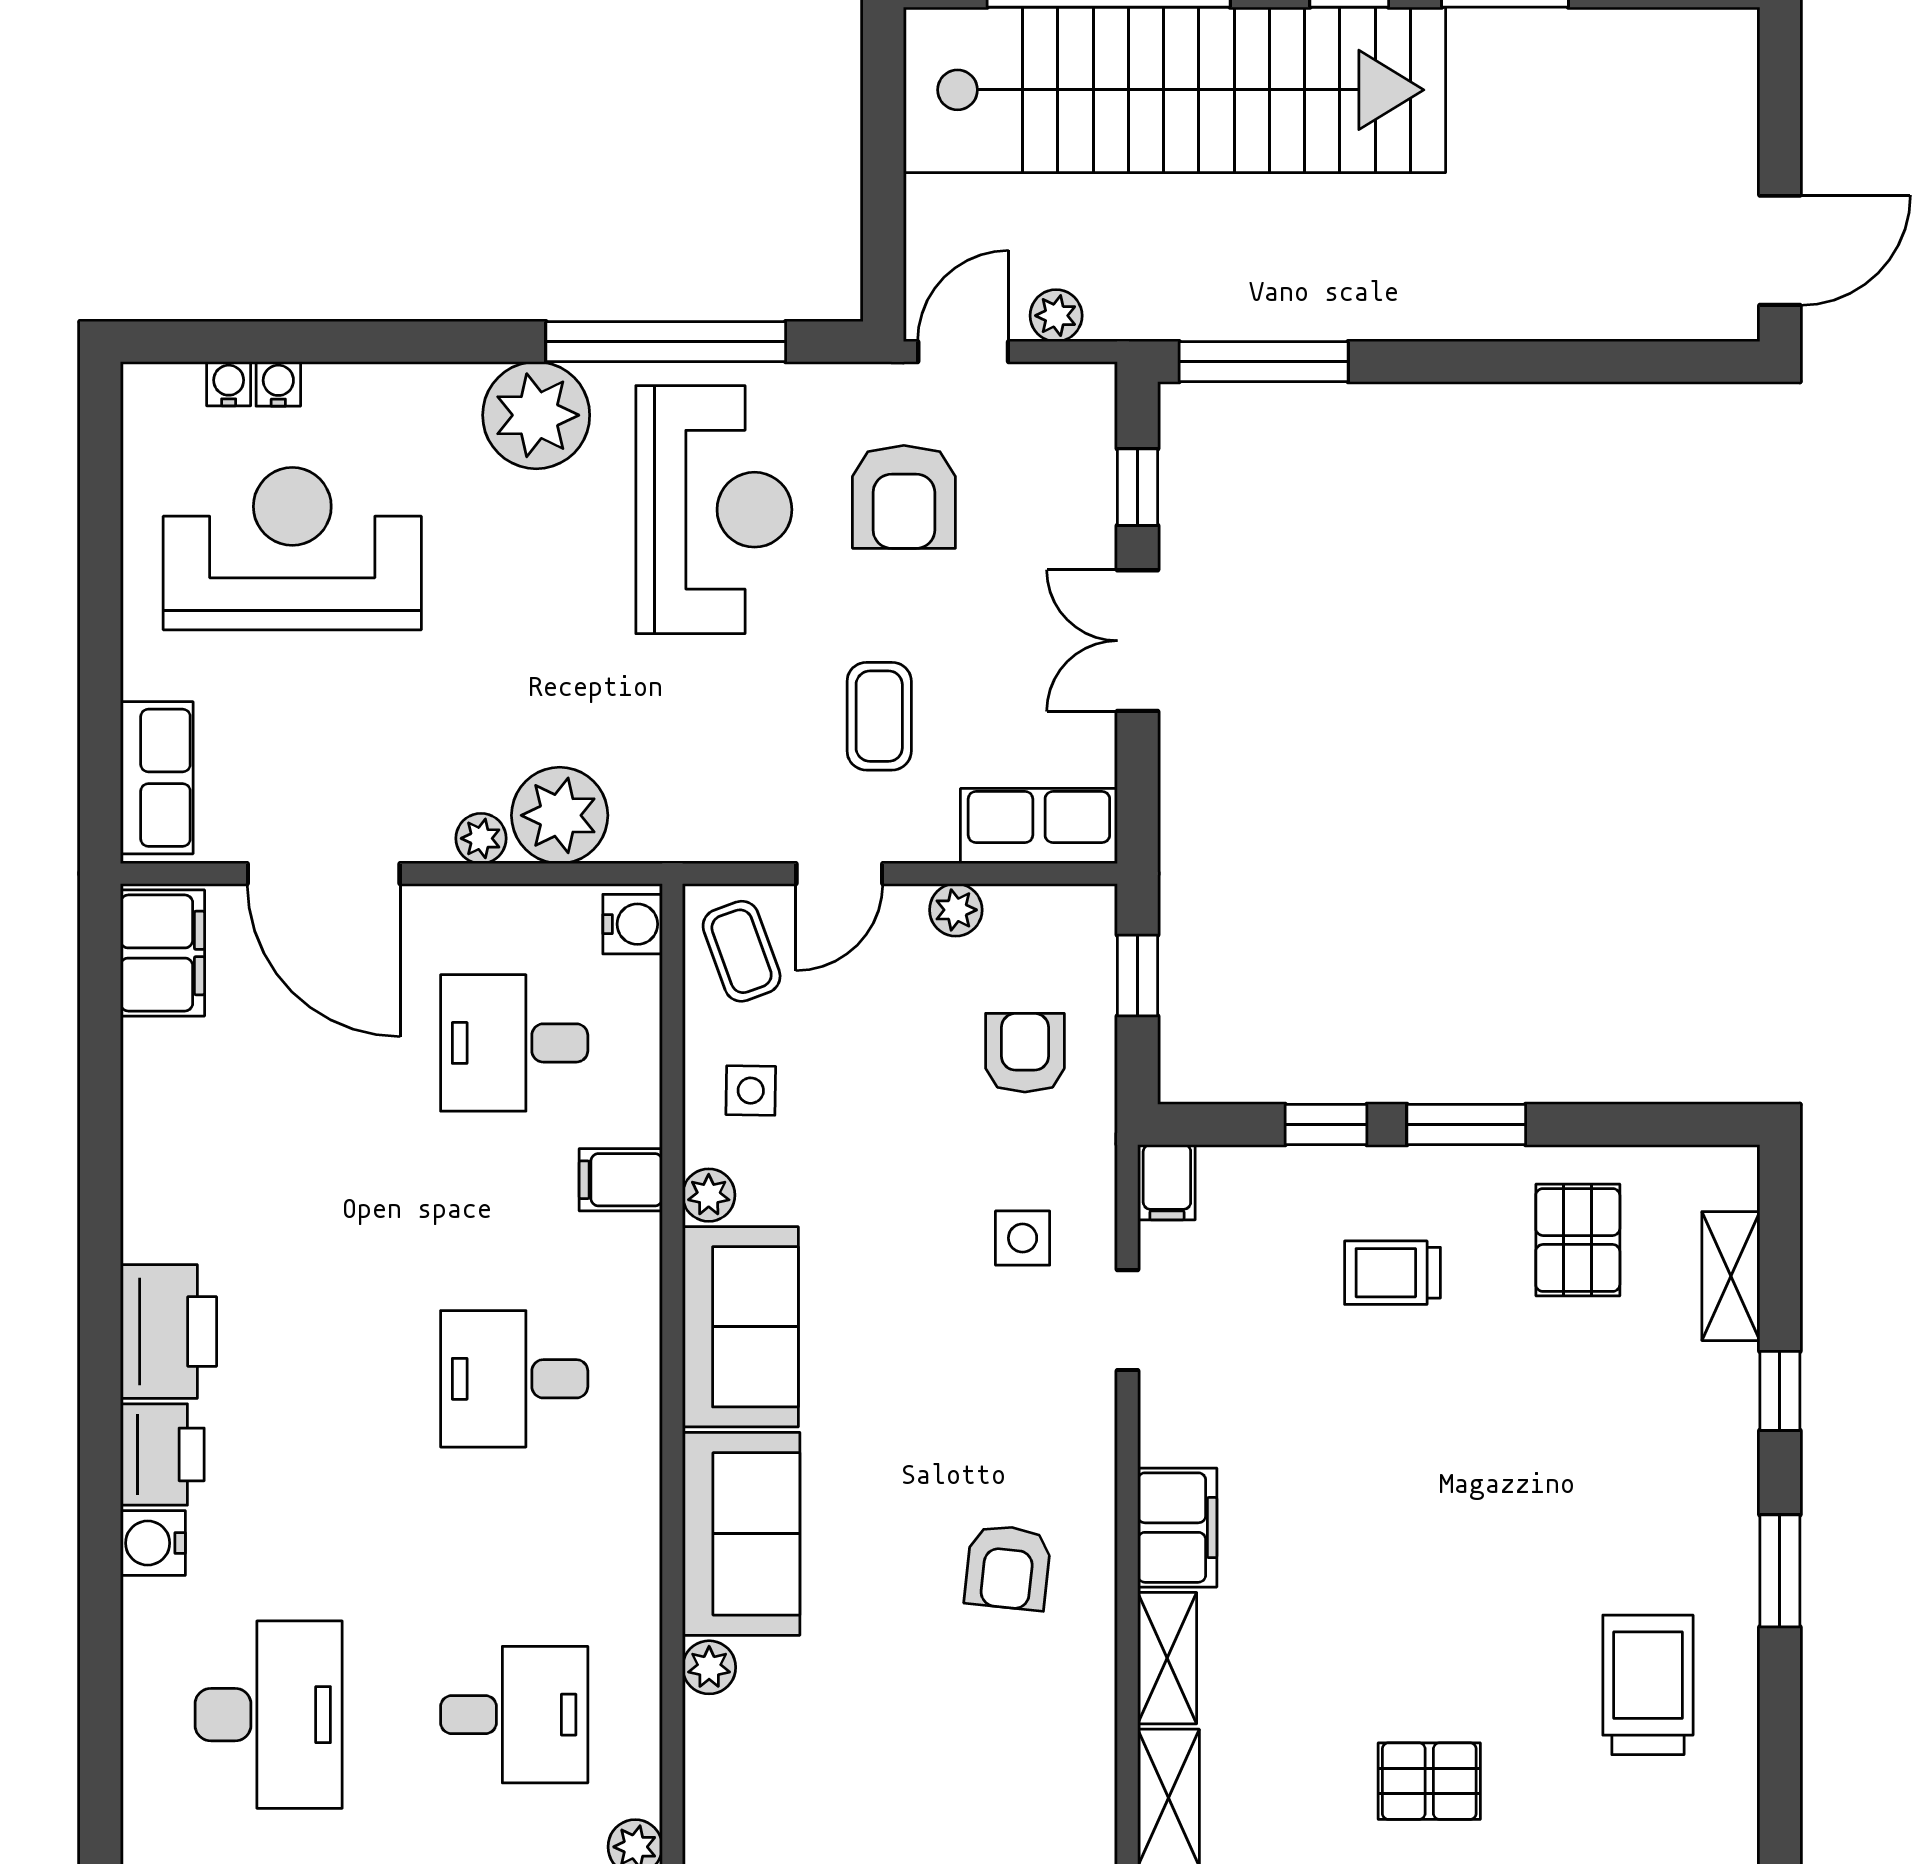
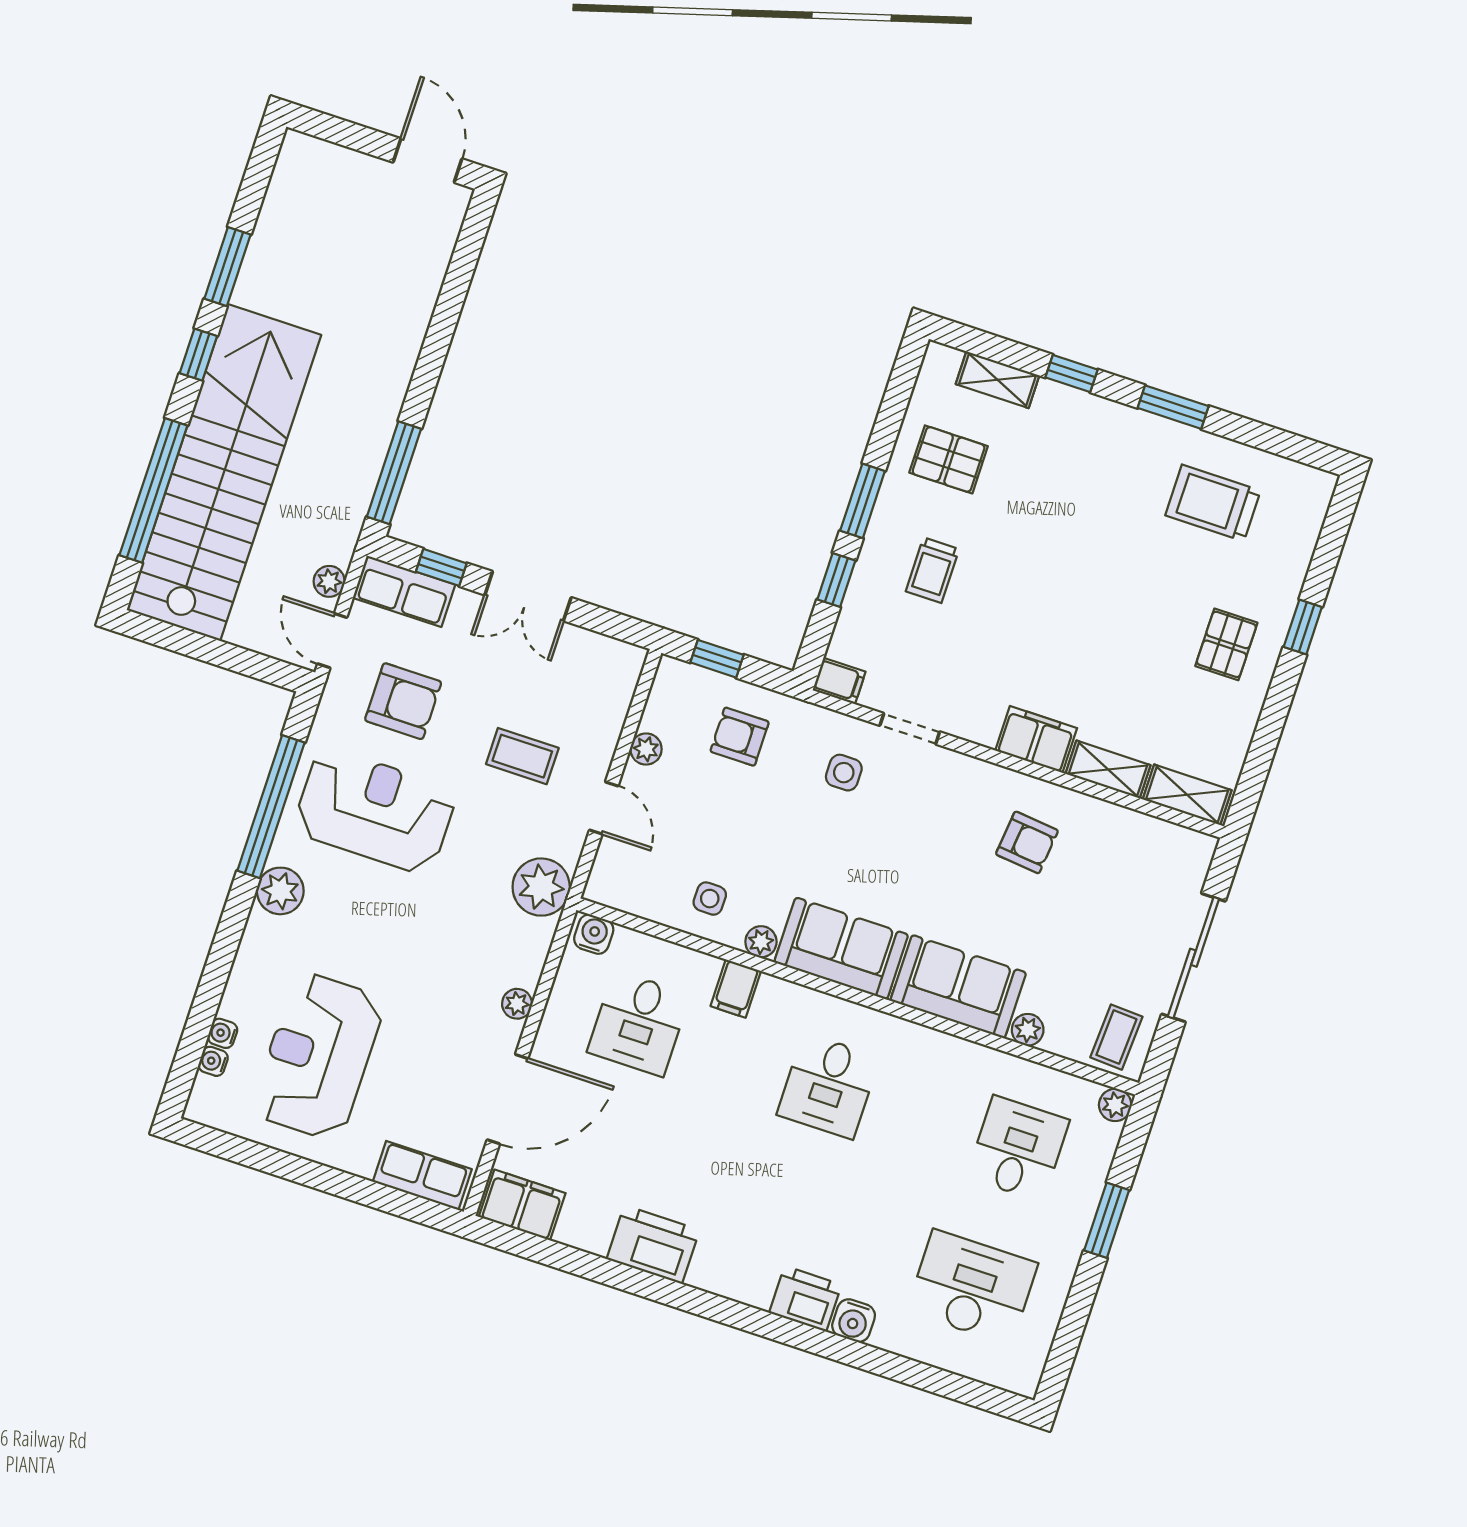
plant: (536, 415) -> (280, 891), width x0.73, depth x0.73
plant: (560, 815) -> (541, 887), moved
row of seats: (1039, 826) -> (404, 591), moved, turned -90
coffee table: (742, 951) -> (1116, 1037), moved, turned -67
printer: (168, 1331) -> (653, 1244), moved

